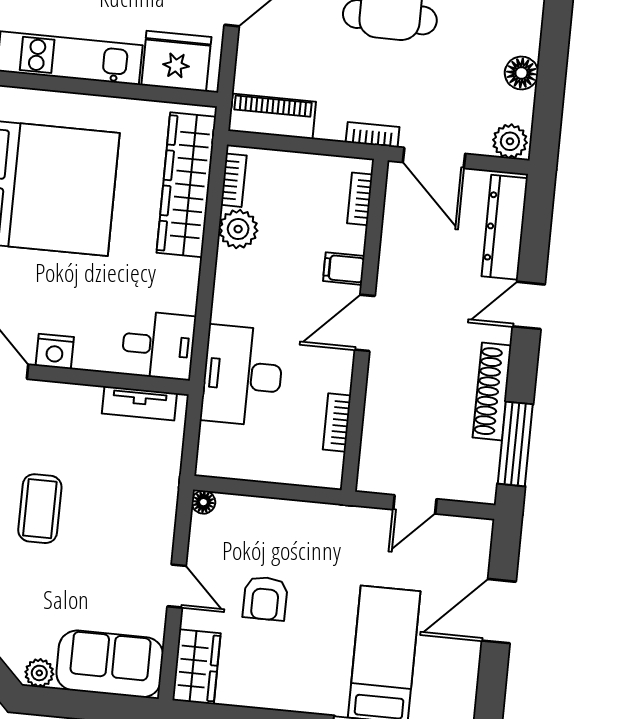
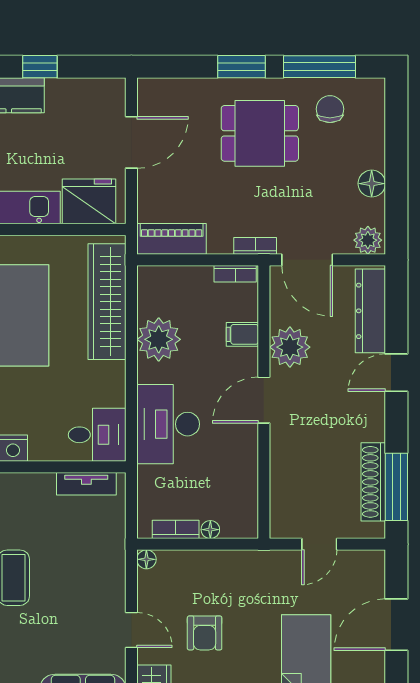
bookcase: (234, 180) -> (145, 294), removed
bookcase: (360, 199) -> (235, 274), moved, turned -90
plant: (238, 229) -> (159, 339), width x1.36, depth x1.36
plant: (403, 262) -> (290, 347), added
filing cabinet: (344, 269) -> (242, 334), moved
desk: (242, 376) -> (168, 424), moved
shoe rack: (492, 391) -> (373, 482), moved
bookcase: (337, 422) -> (176, 529), moved, turned 90
floor lamp: (284, 474) -> (210, 530), added

